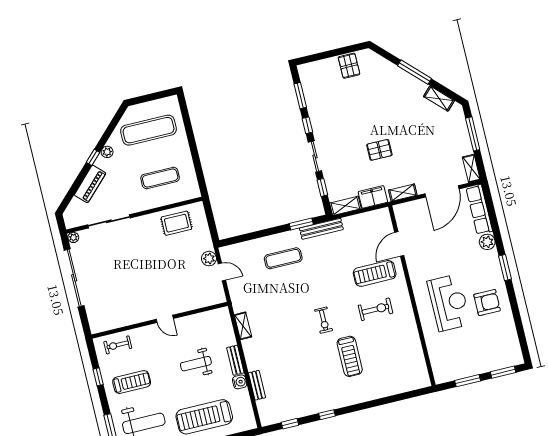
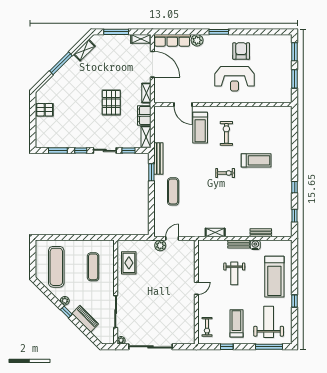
pallet: (379, 150) -> (111, 102), width x1.50, depth x1.42
reception desk: (449, 303) -> (235, 79), turned 180

